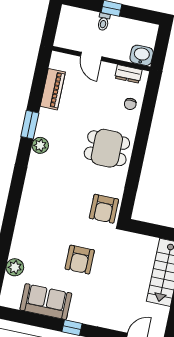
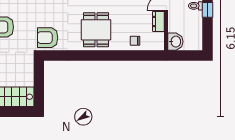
dresser: (128, 74) -> (158, 21), moved

